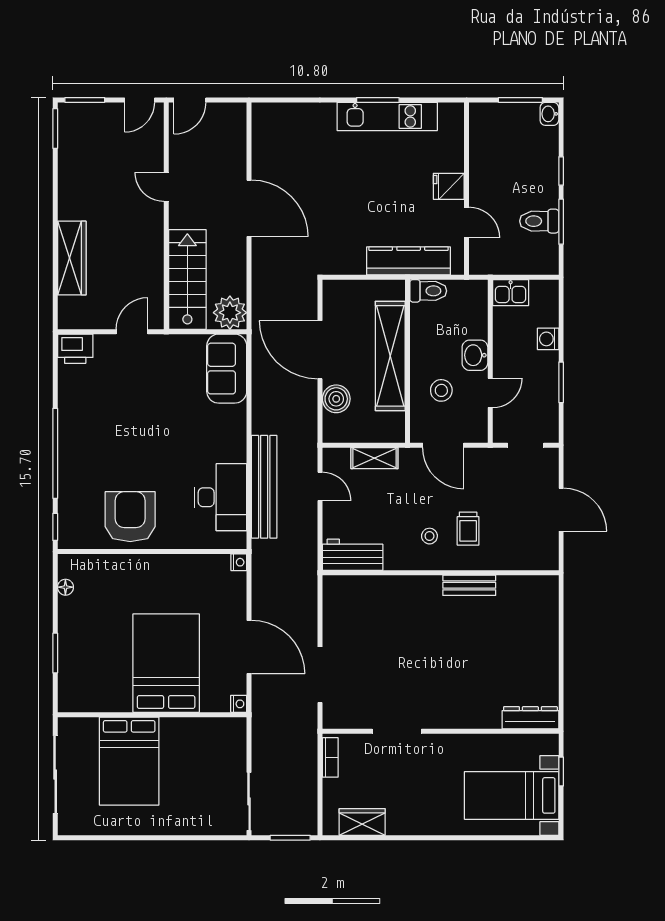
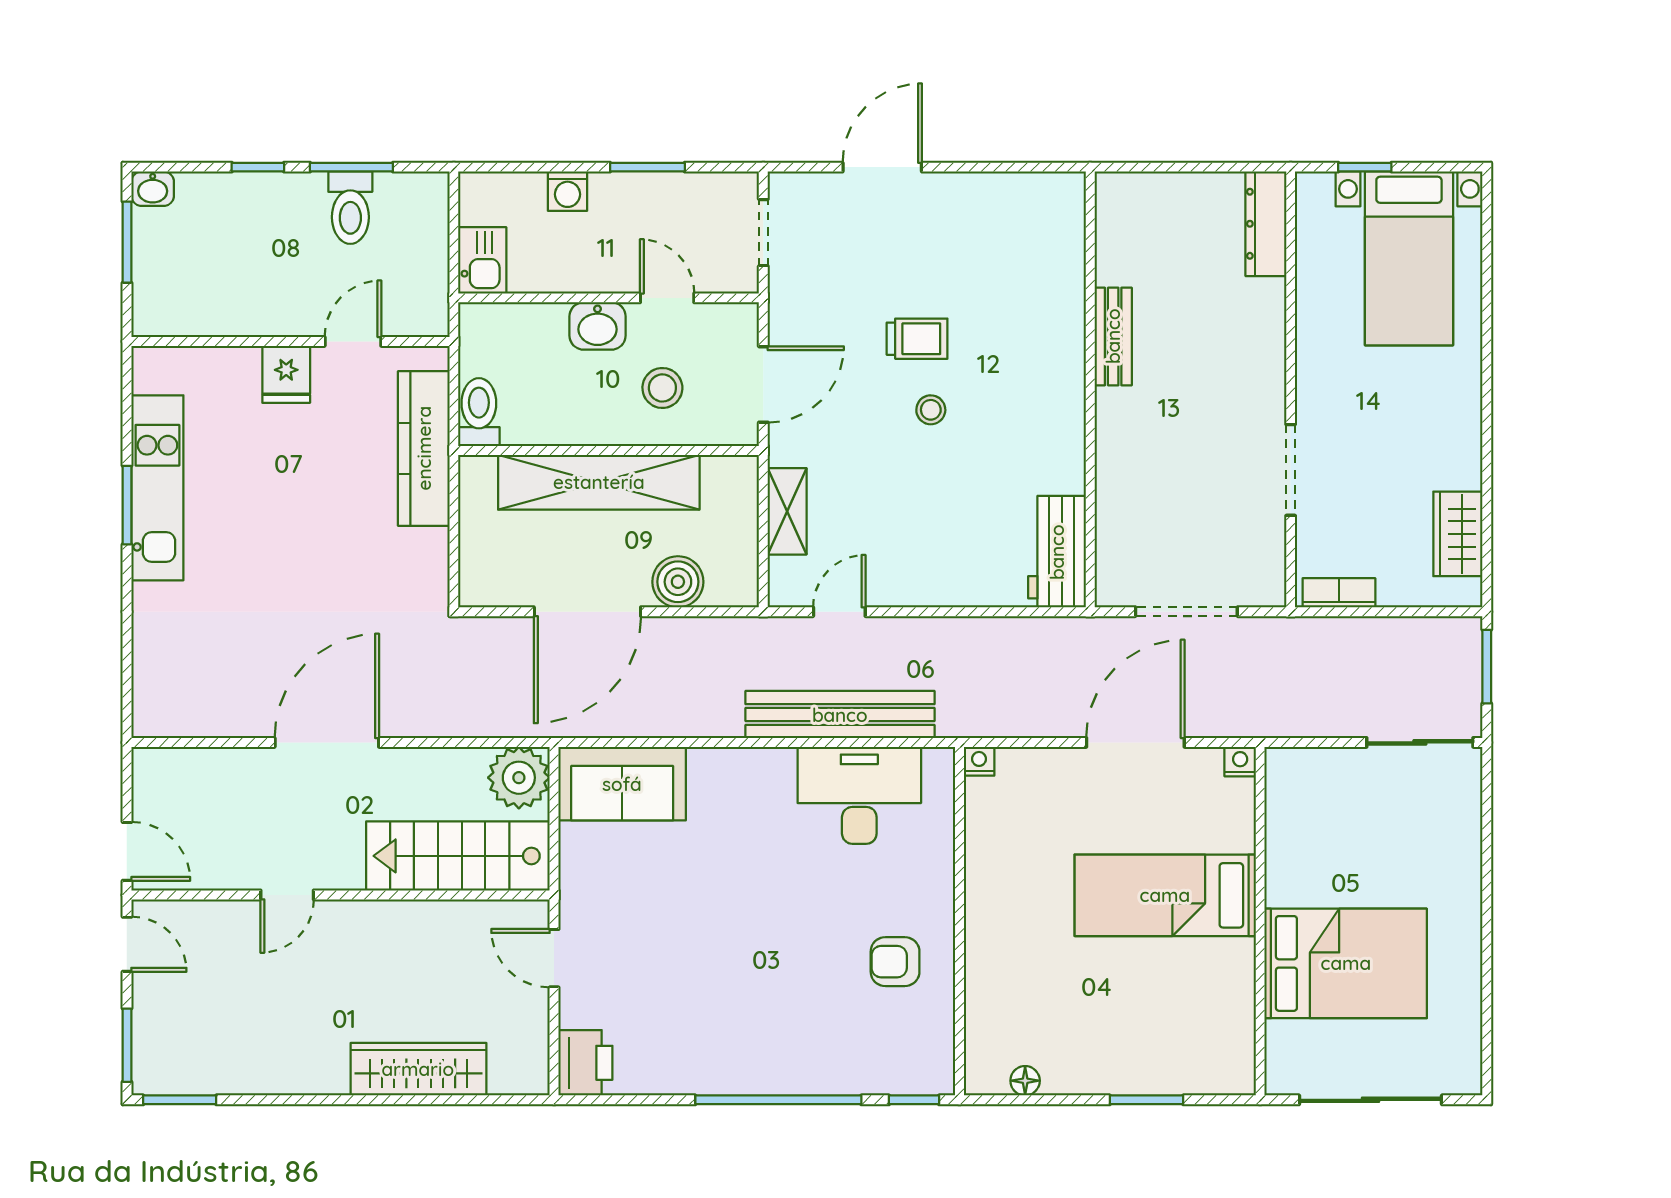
armchair: (130, 517) -> (895, 962), width x0.53, depth x0.53
workbench: (353, 555) -> (1057, 552), moved
wall: (441, 573) -> (1090, 389), moved
bench: (469, 585) -> (1113, 336), moved
bed: (166, 663) -> (1165, 895), width x0.67

